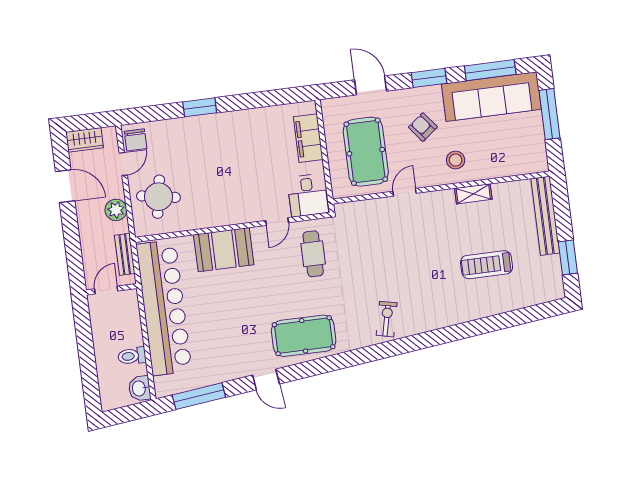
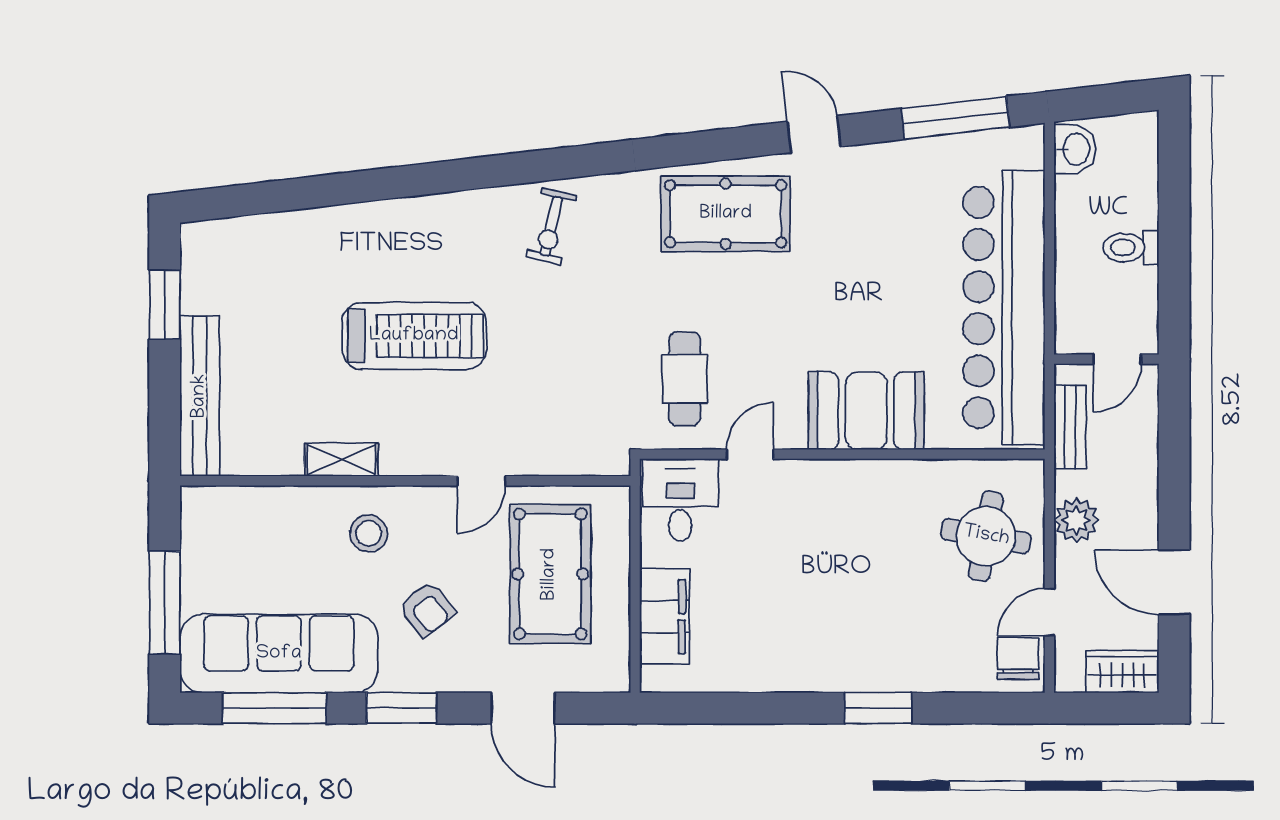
treadmill: (487, 265) -> (414, 336), moved, width x1.37, depth x1.38
toilet: (132, 356) -> (1131, 248), moved, turned 180

